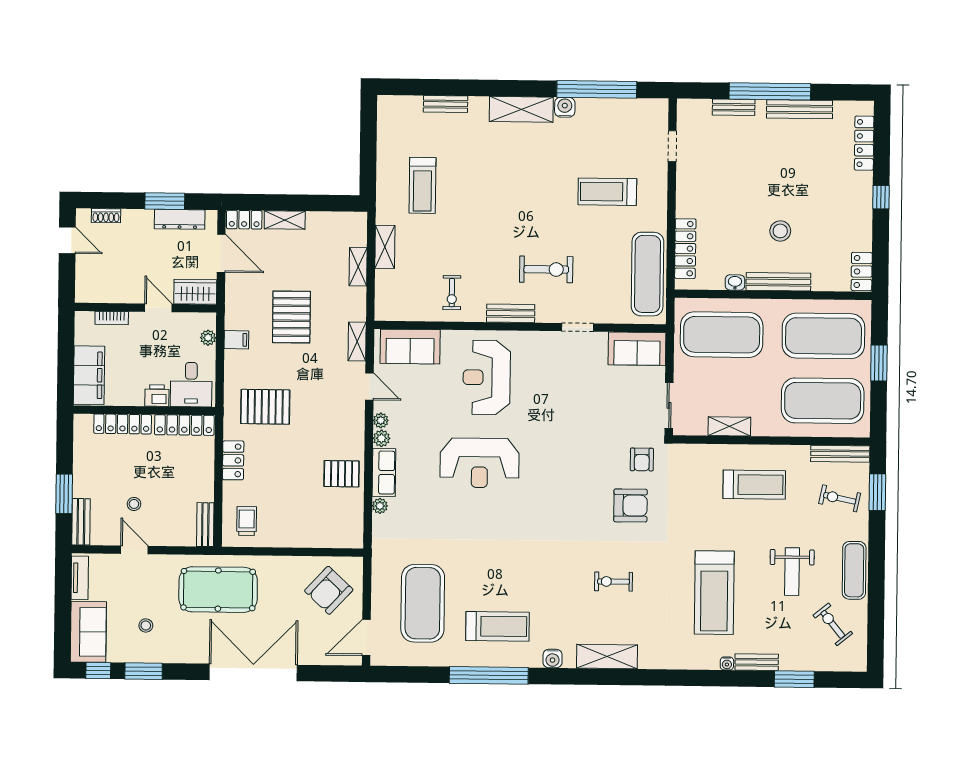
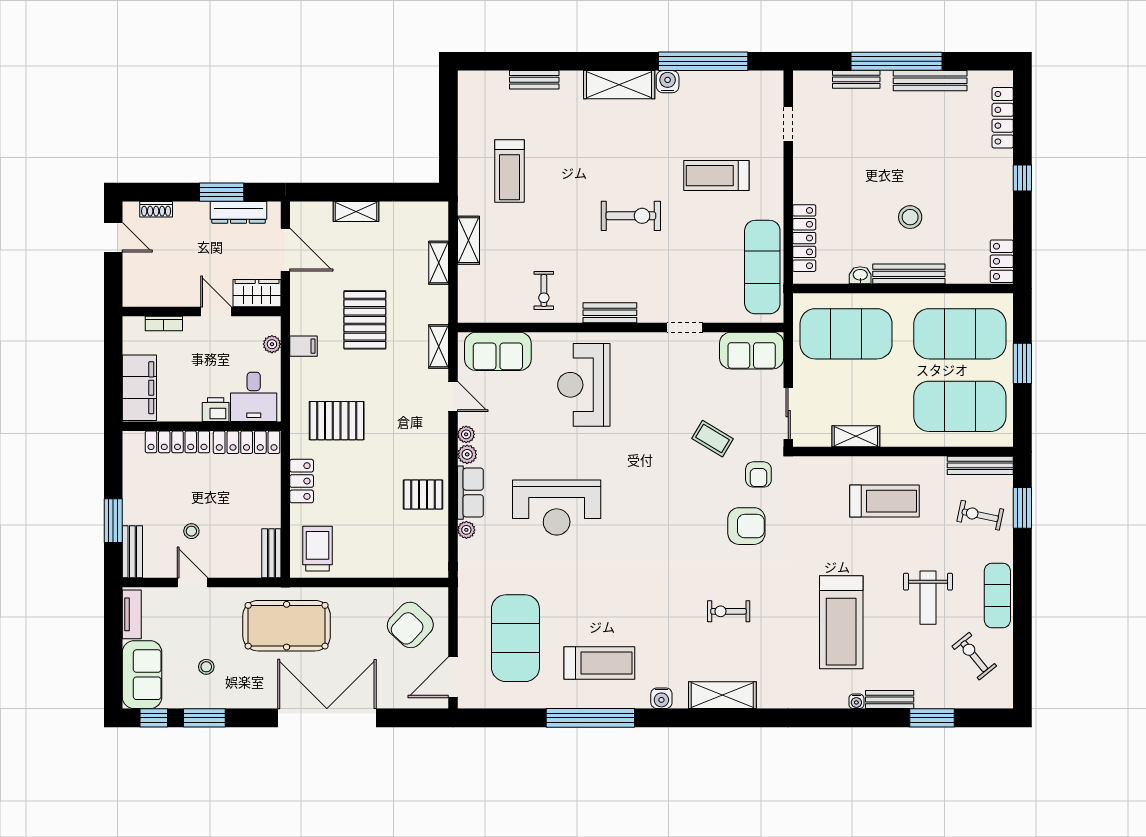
locker: (244, 220) -> (311, 212), removed
exercise bike: (546, 269) -> (631, 216), moved
coffee table: (601, 427) -> (713, 439), added
reception desk: (479, 463) -> (557, 508), moved
trolley: (247, 521) -> (318, 549), width x1.36, depth x1.39

